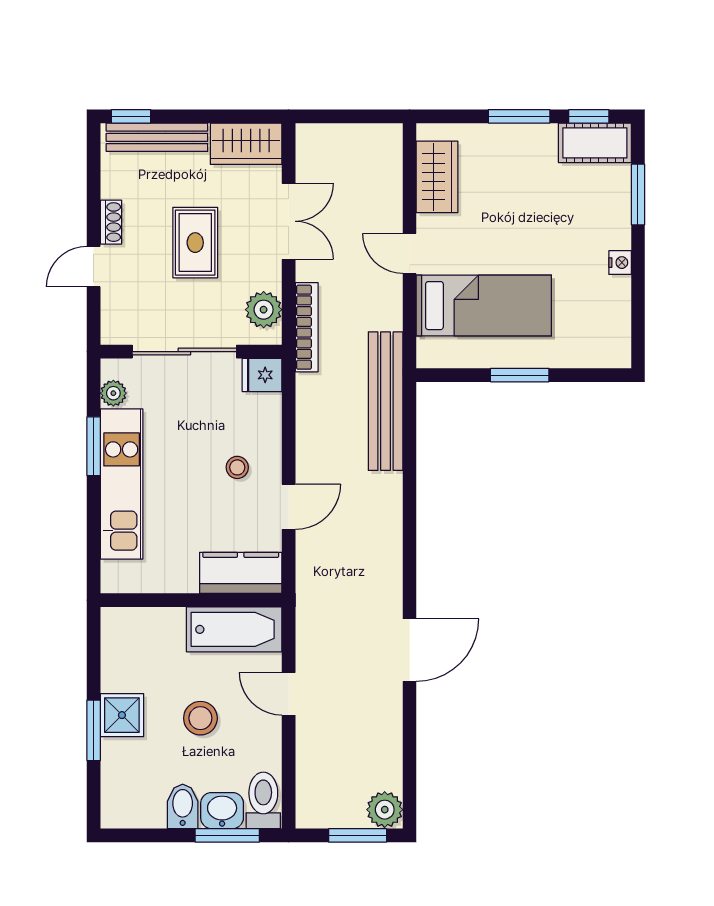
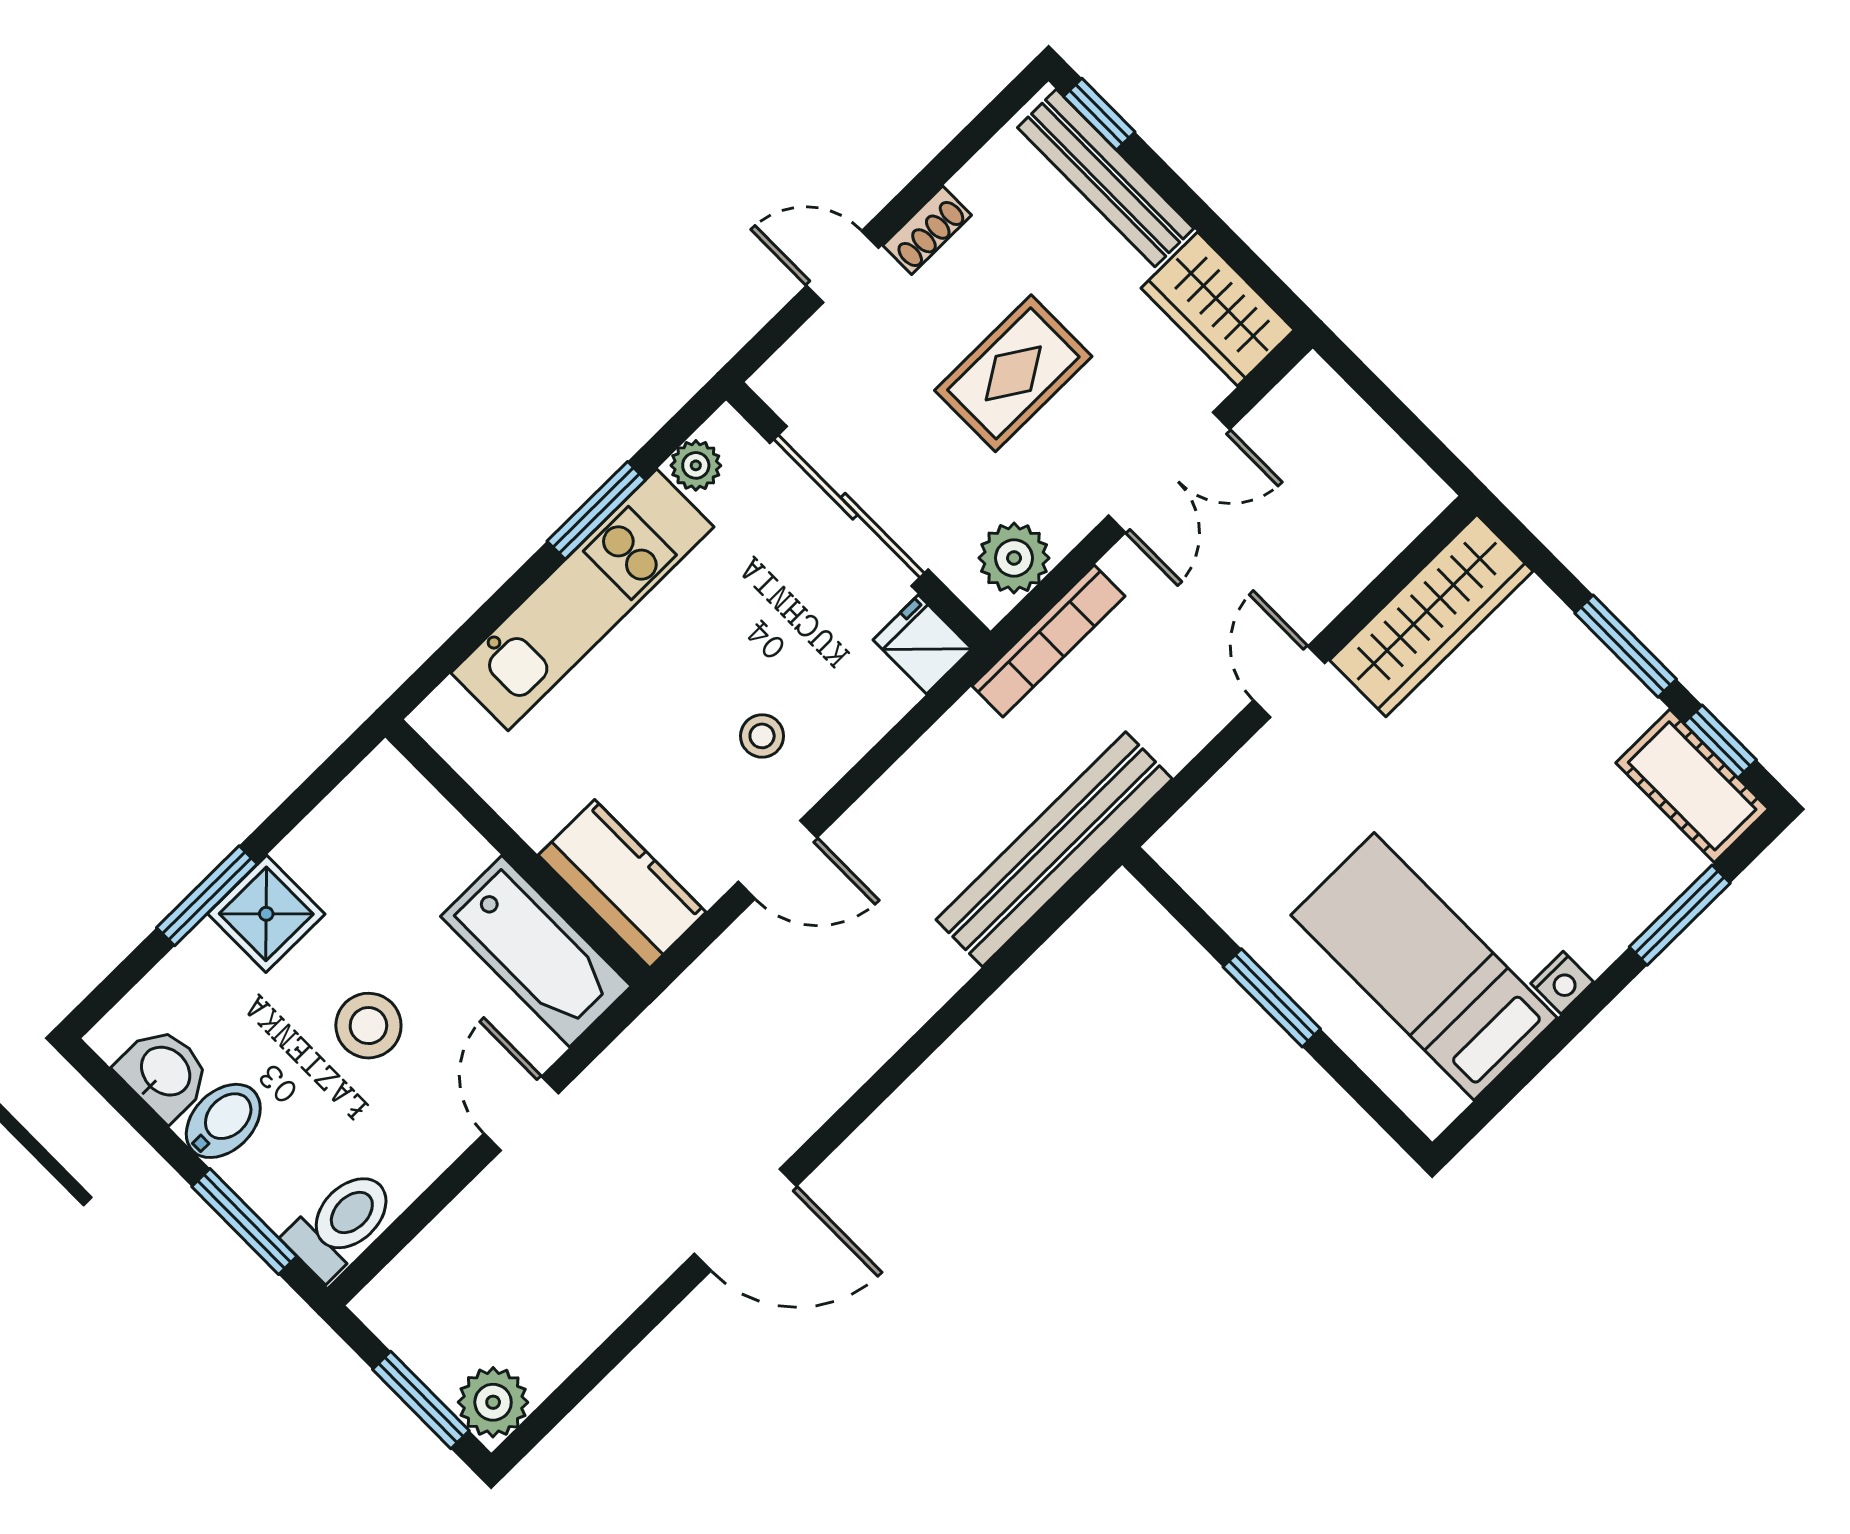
wardrobe: (437, 177) -> (1431, 616), width x1.50
bed: (484, 306) -> (1424, 966), moved, turned 180
washbasin: (222, 811) -> (164, 1073), moved

